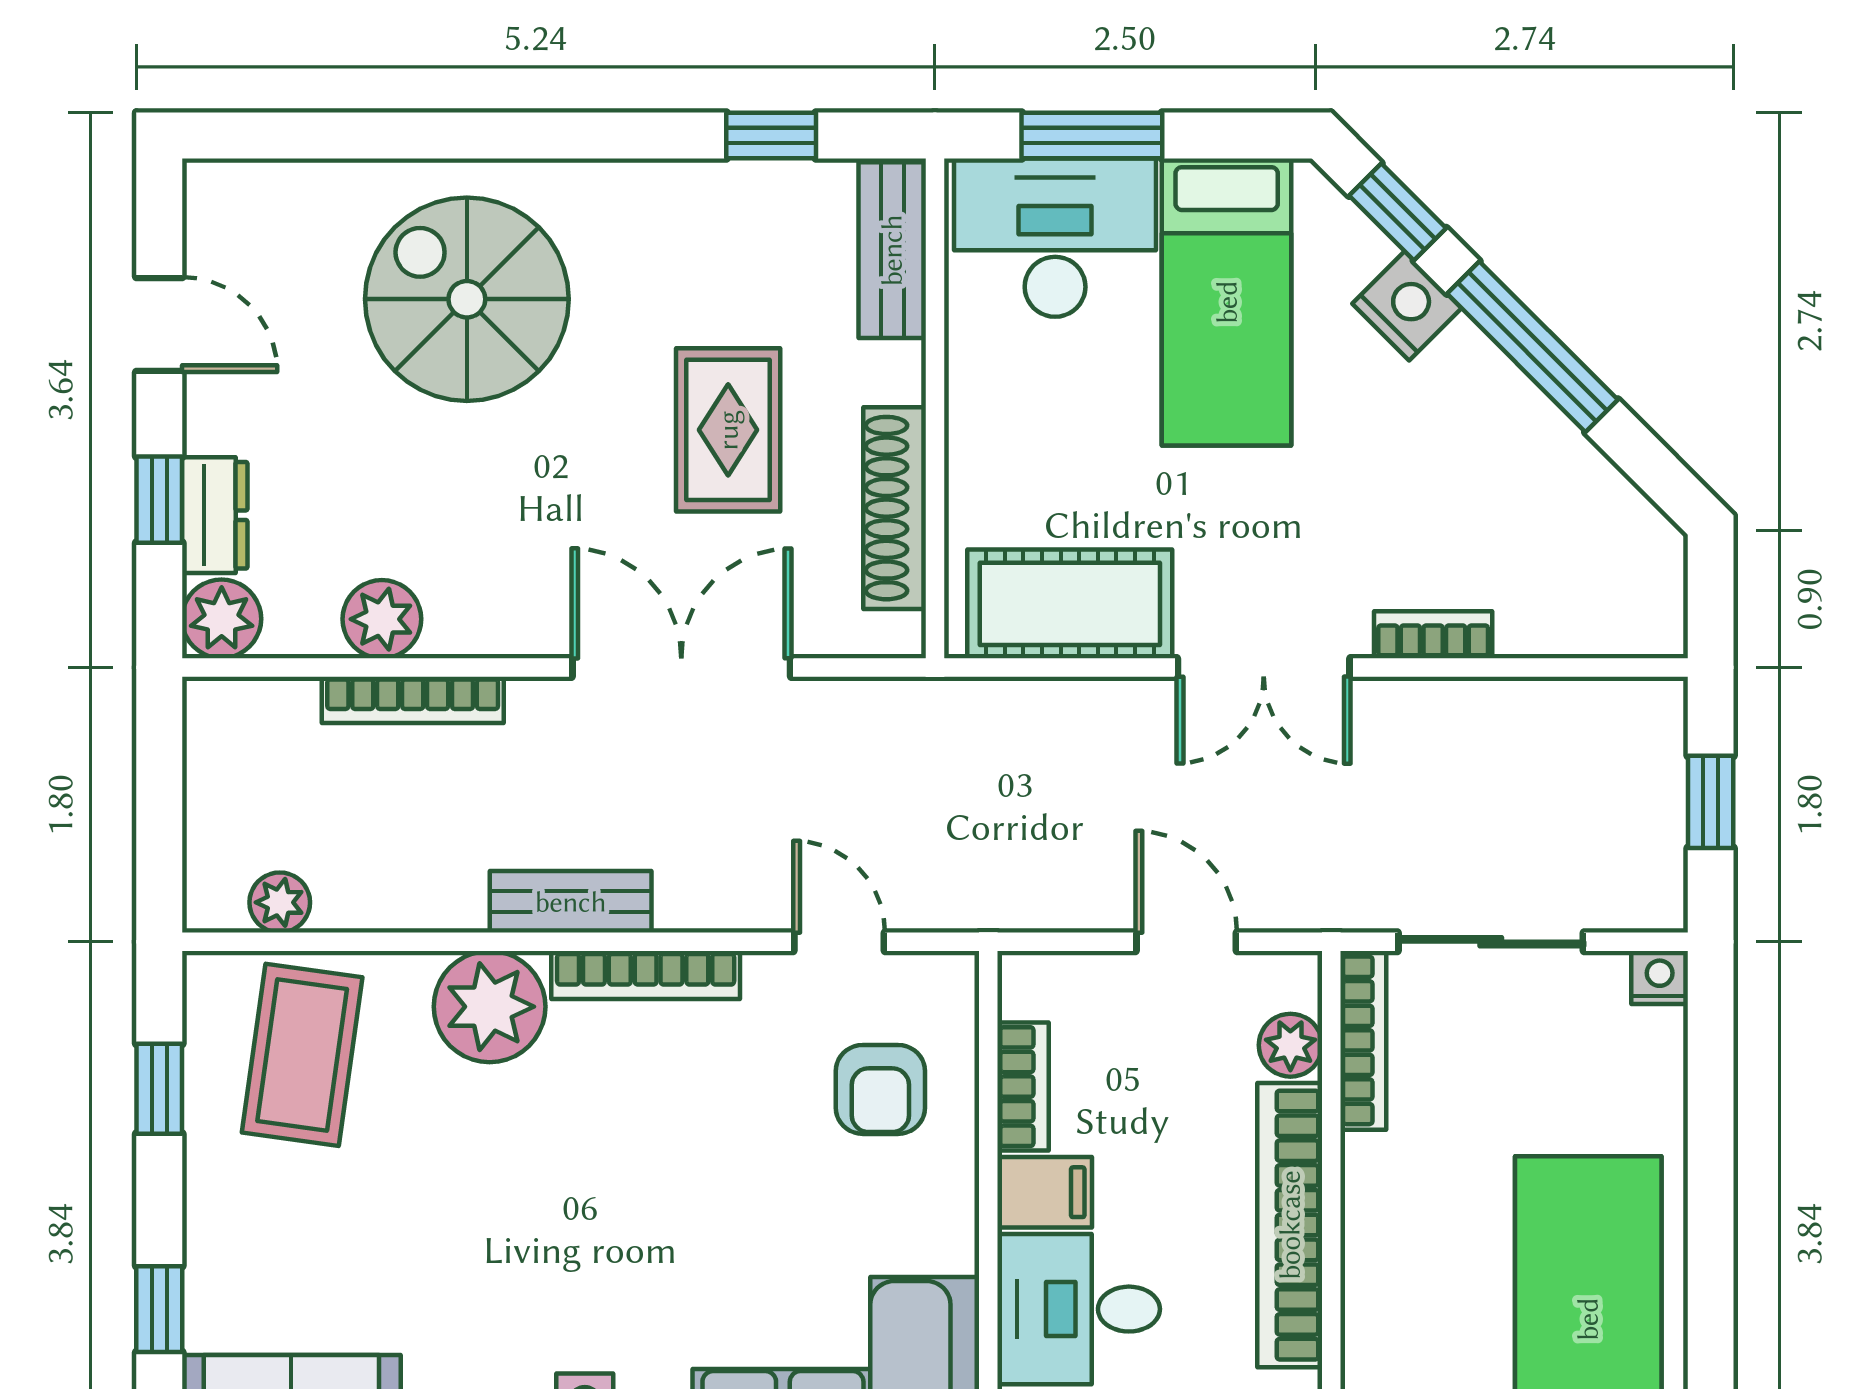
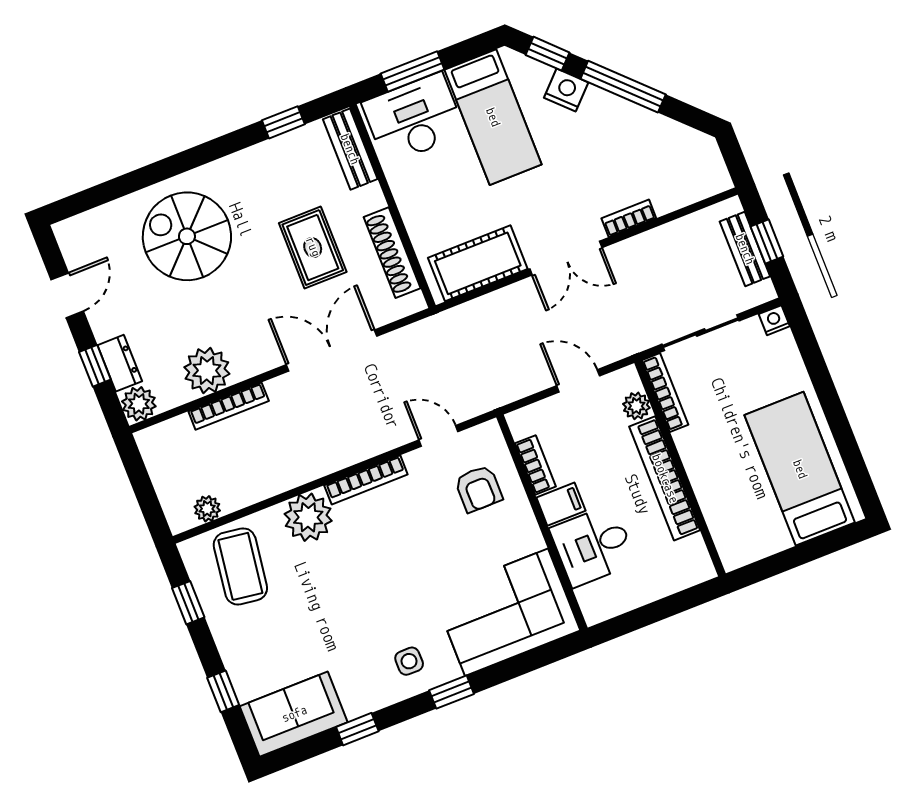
door: (159, 325) -> (67, 295), hinge flipped
plant: (382, 619) -> (207, 371), width x1.36, depth x1.36
bench: (571, 902) -> (745, 249), moved, turned 90

